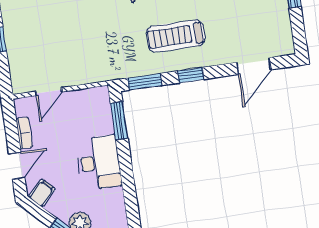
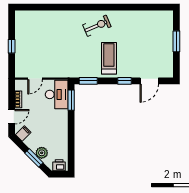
treadmill: (176, 36) -> (109, 58), turned 90
window: (191, 75) -> (125, 81), moved
desk: (99, 163) -> (57, 94), moved

